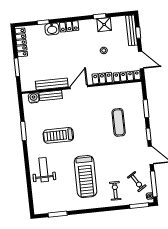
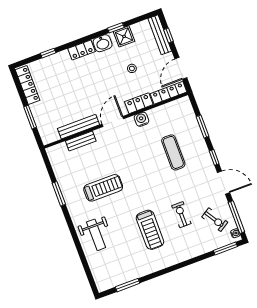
washbasin: (52, 29) -> (103, 43), moved
door: (141, 60) -> (181, 68), swing flipped
water cooler: (34, 98) -> (141, 119), moved
treadmill: (58, 135) -> (103, 188), turned 180
weight bench: (44, 170) -> (96, 235), turned 180
treadmill: (86, 177) -> (150, 230), width x0.73, depth x0.73
exercise bike: (115, 191) -> (181, 215), moved

